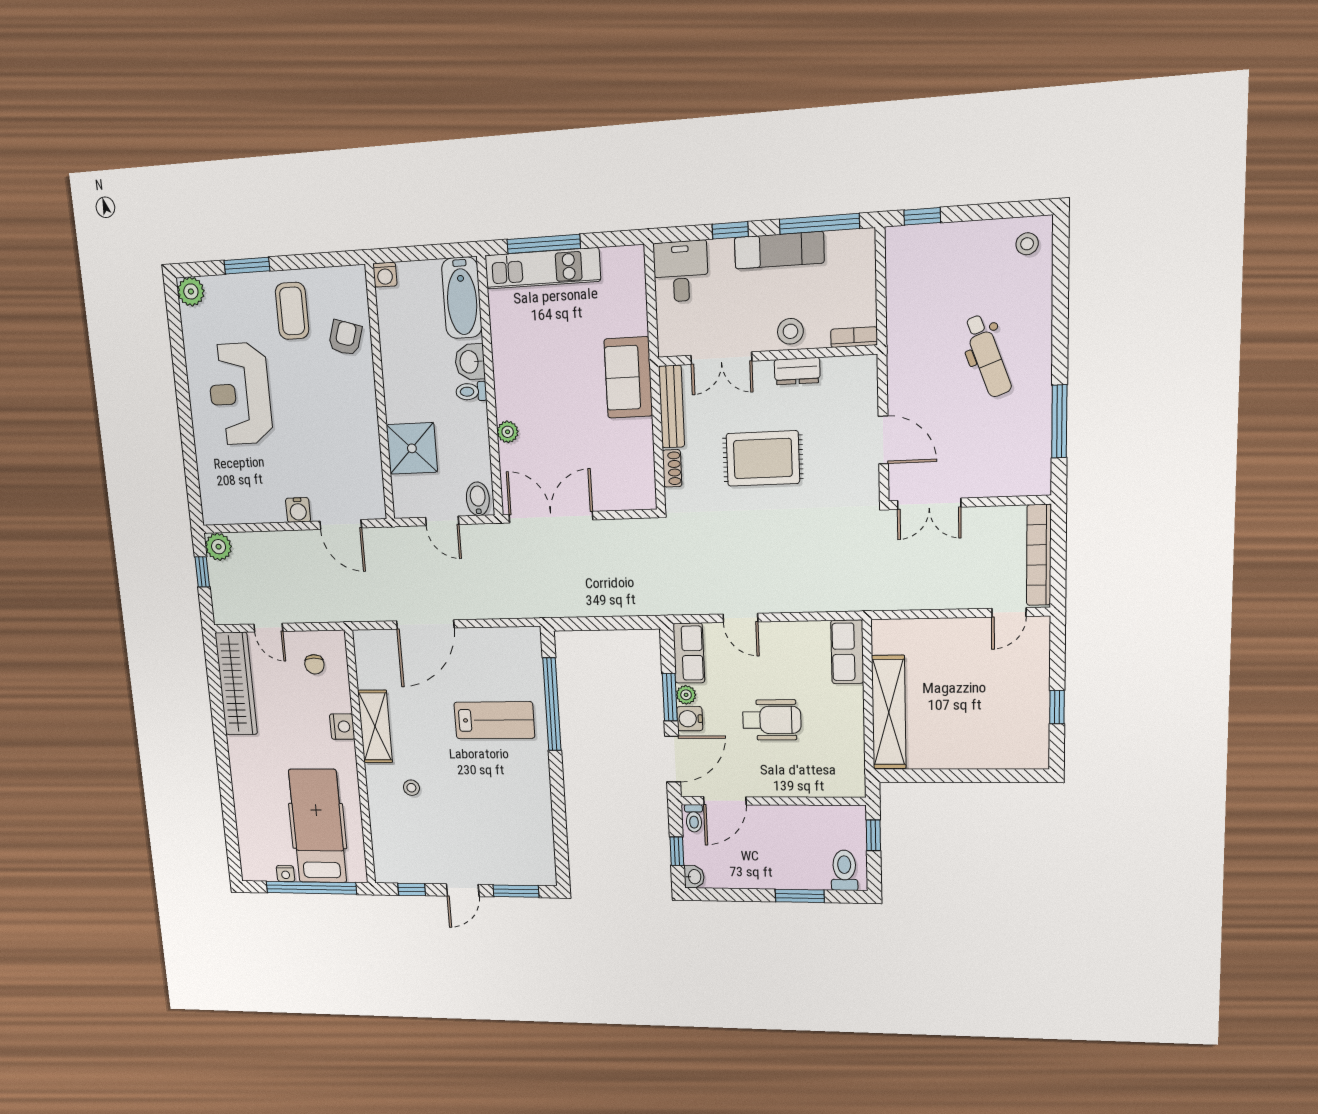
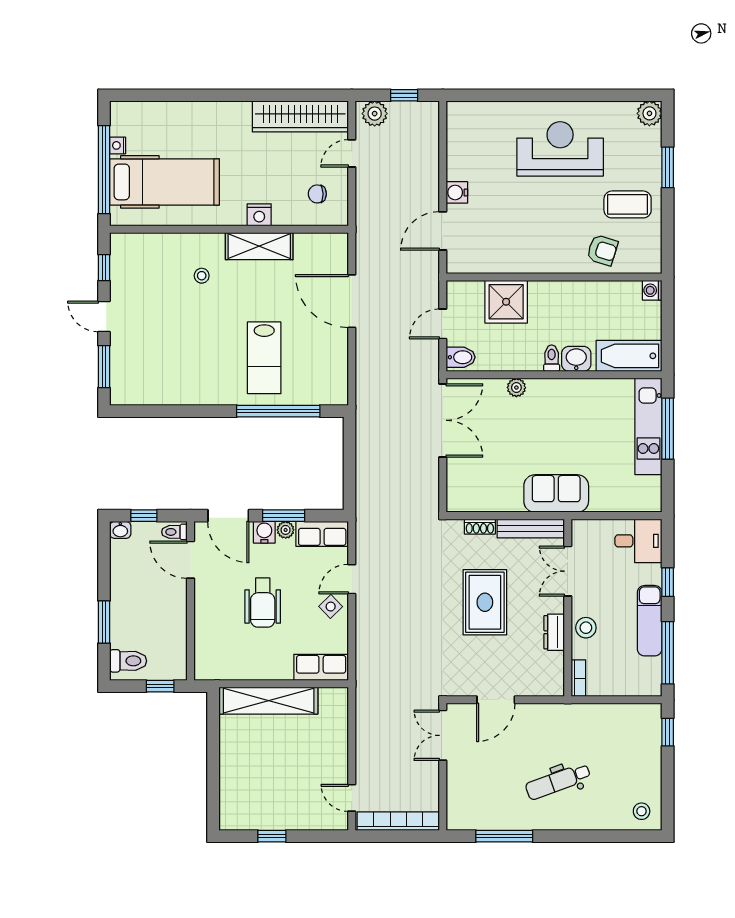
plant: (219, 547) -> (375, 114), moved
side table: (774, 642) -> (331, 607), added

